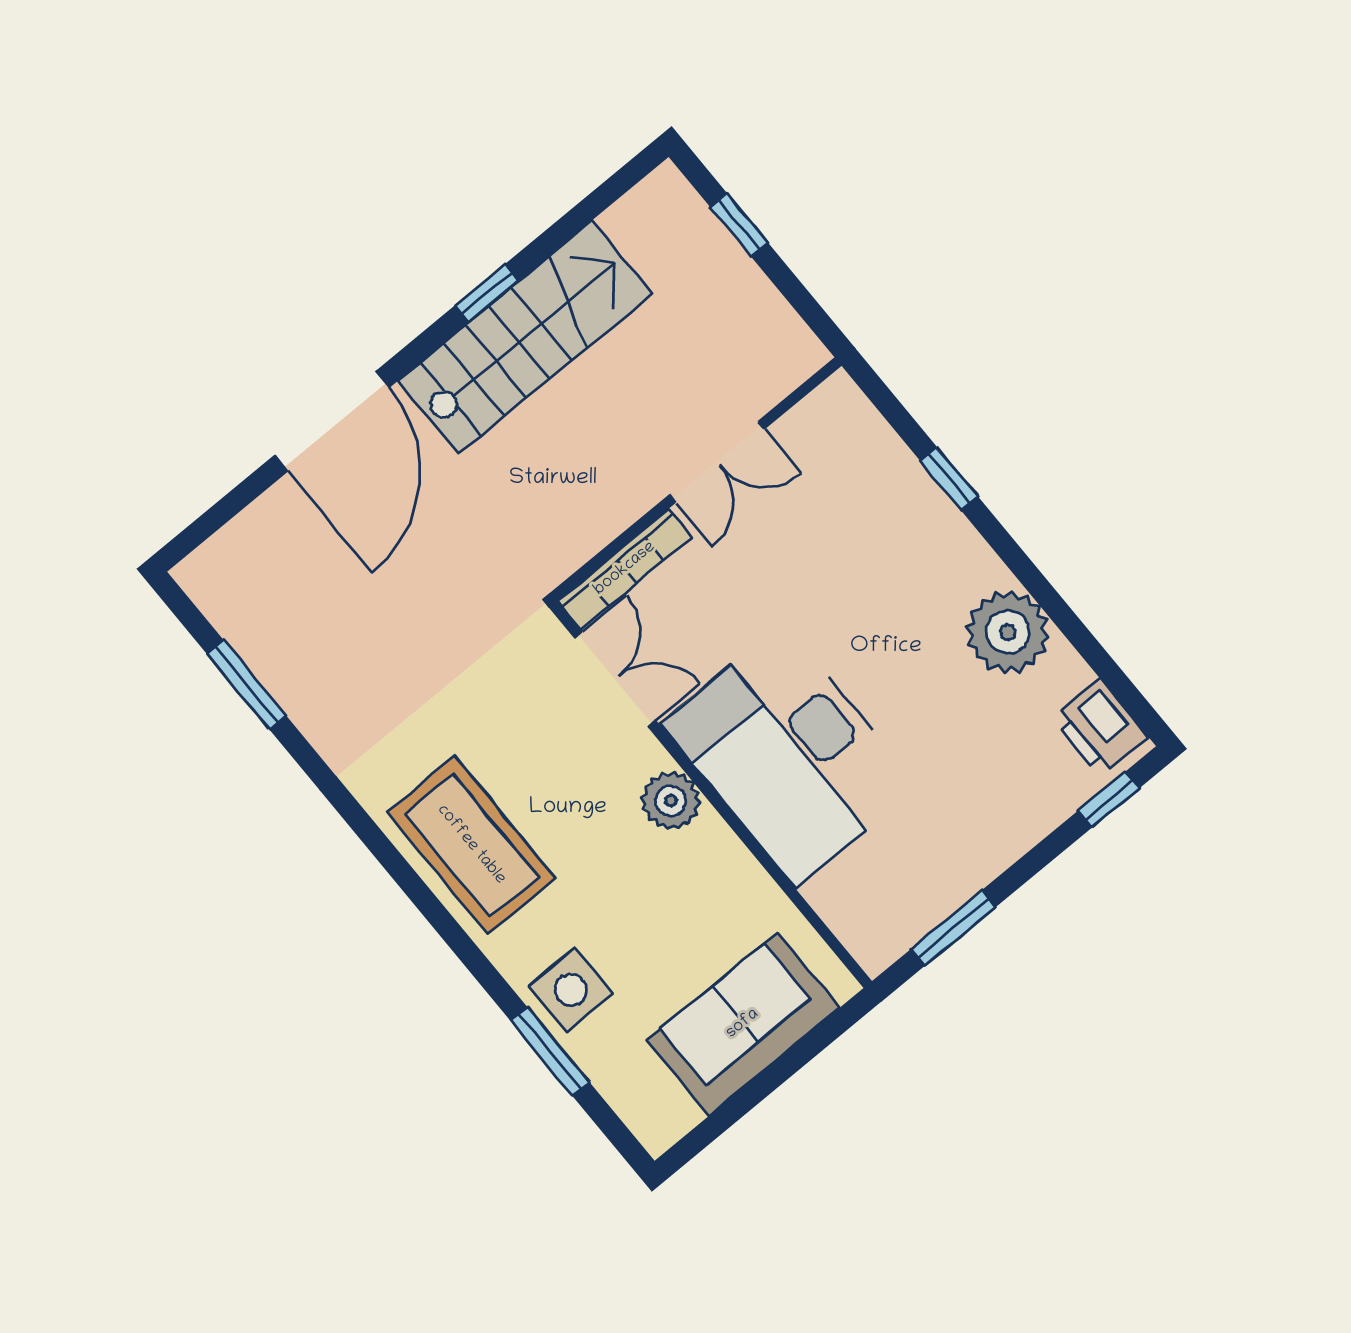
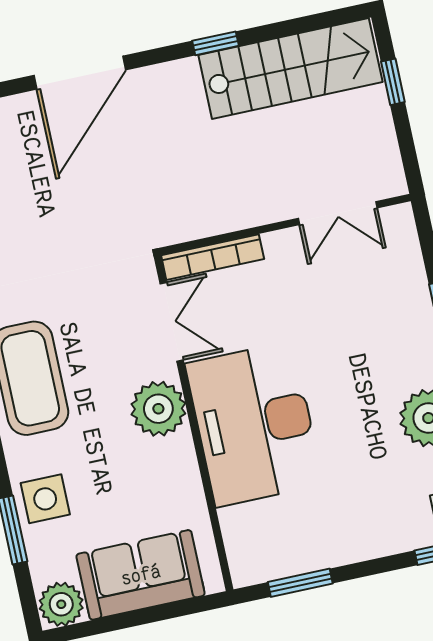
stairs: (525, 337) -> (290, 68), moved
double door: (717, 462) -> (338, 213), moved
plant: (671, 801) -> (158, 409), width x1.36, depth x1.36
plant: (661, 1114) -> (61, 604), added

